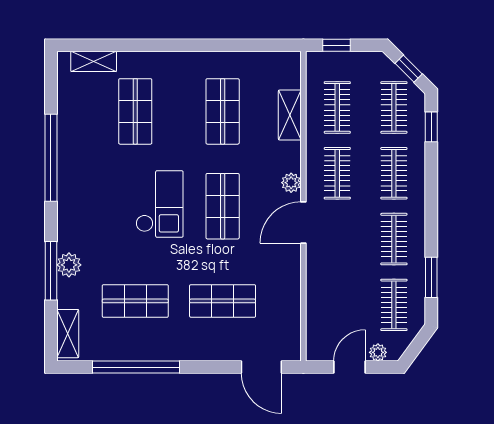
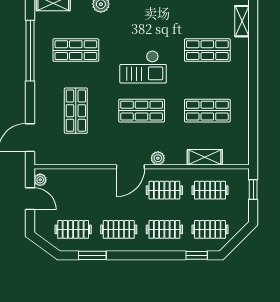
window: (409, 69) -> (237, 240), removed
door: (303, 222) -> (130, 167), swing flipped
shop shelf: (135, 301) -> (76, 50), turned 90
plant: (378, 352) -> (40, 180), moved

